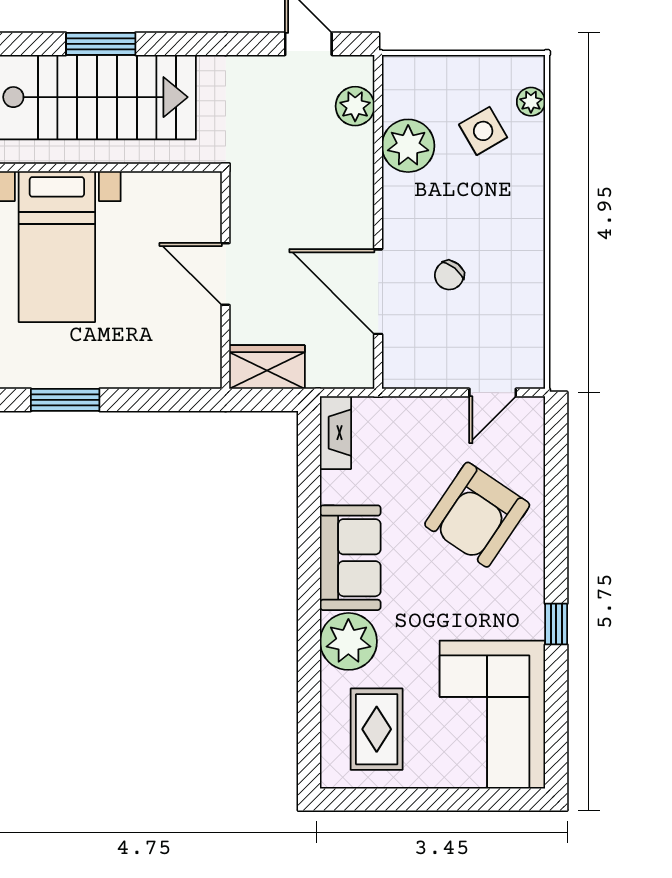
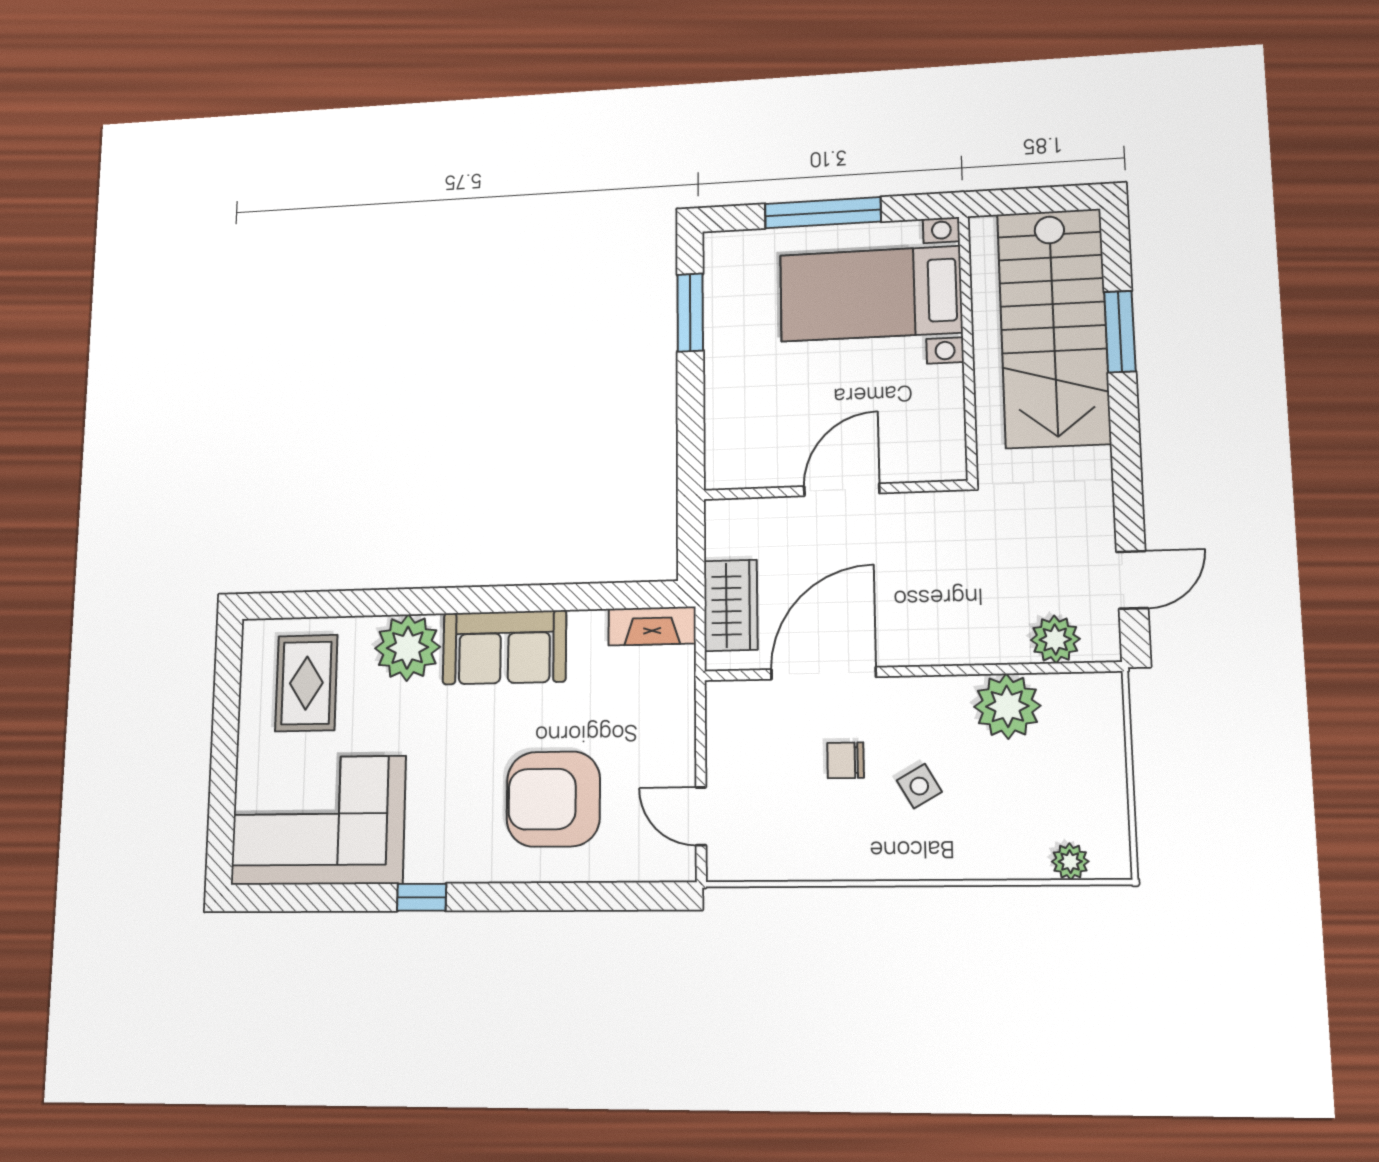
side table: (483, 131) -> (919, 786), moved, width x0.73, depth x0.73
chair: (449, 275) -> (845, 760), turned -39
wardrobe: (267, 367) -> (731, 605), moved
armchair: (477, 515) -> (553, 799), turned -34
rug: (377, 729) -> (306, 683), turned 90

